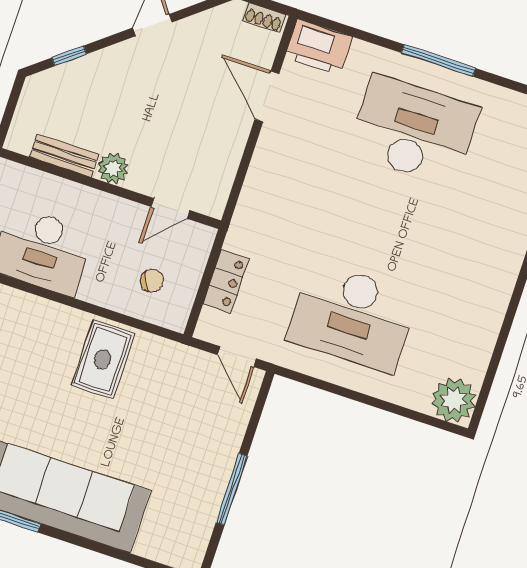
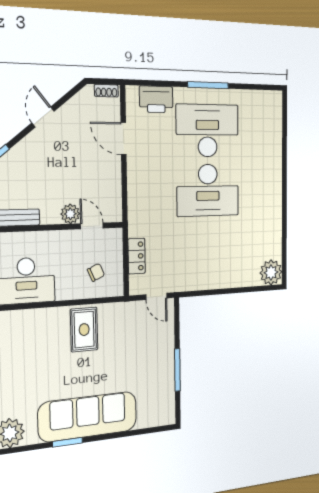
printer: (318, 47) -> (156, 99), moved
plant: (113, 168) -> (70, 214), moved
door: (170, 208) -> (92, 226), swing flipped
desk: (352, 317) -> (208, 190), moved

